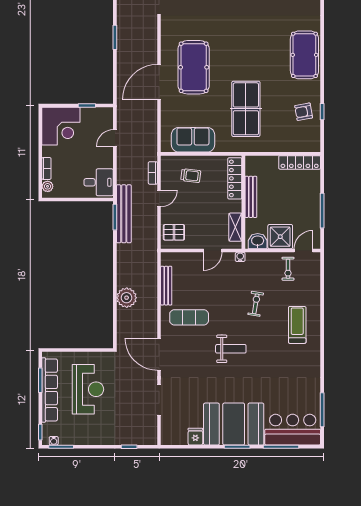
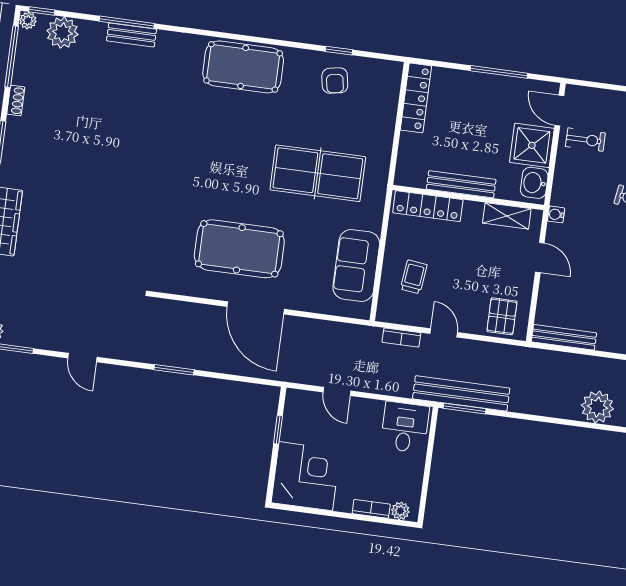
bench: (166, 286) -> (564, 337), moved

